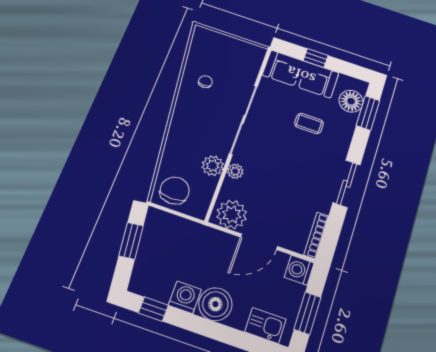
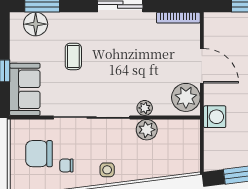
sofa: (301, 74) -> (25, 89), width x0.73
side table: (187, 116) -> (107, 170), added
chair: (175, 190) -> (39, 154), moved
washing machine: (299, 270) -> (215, 117), moved, turned -90

